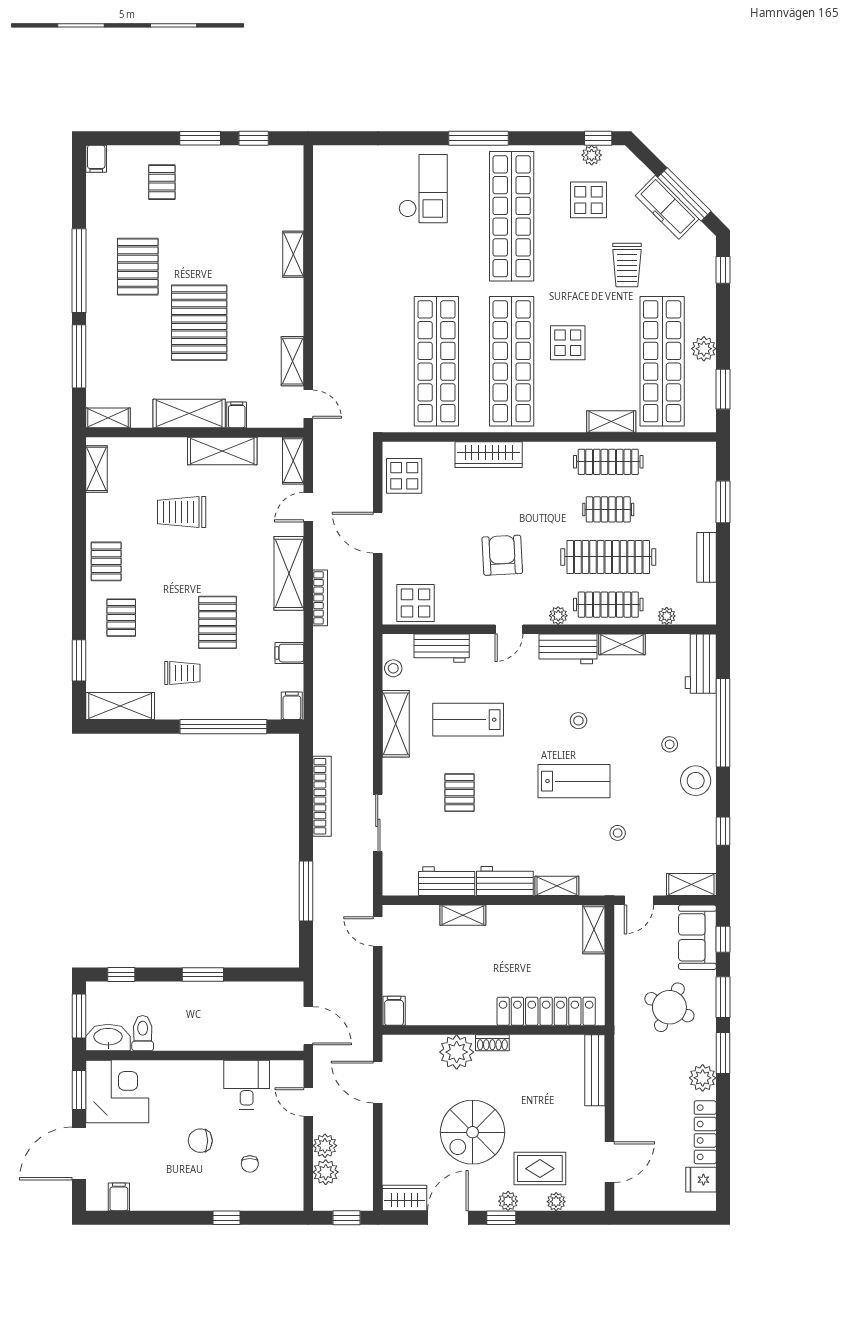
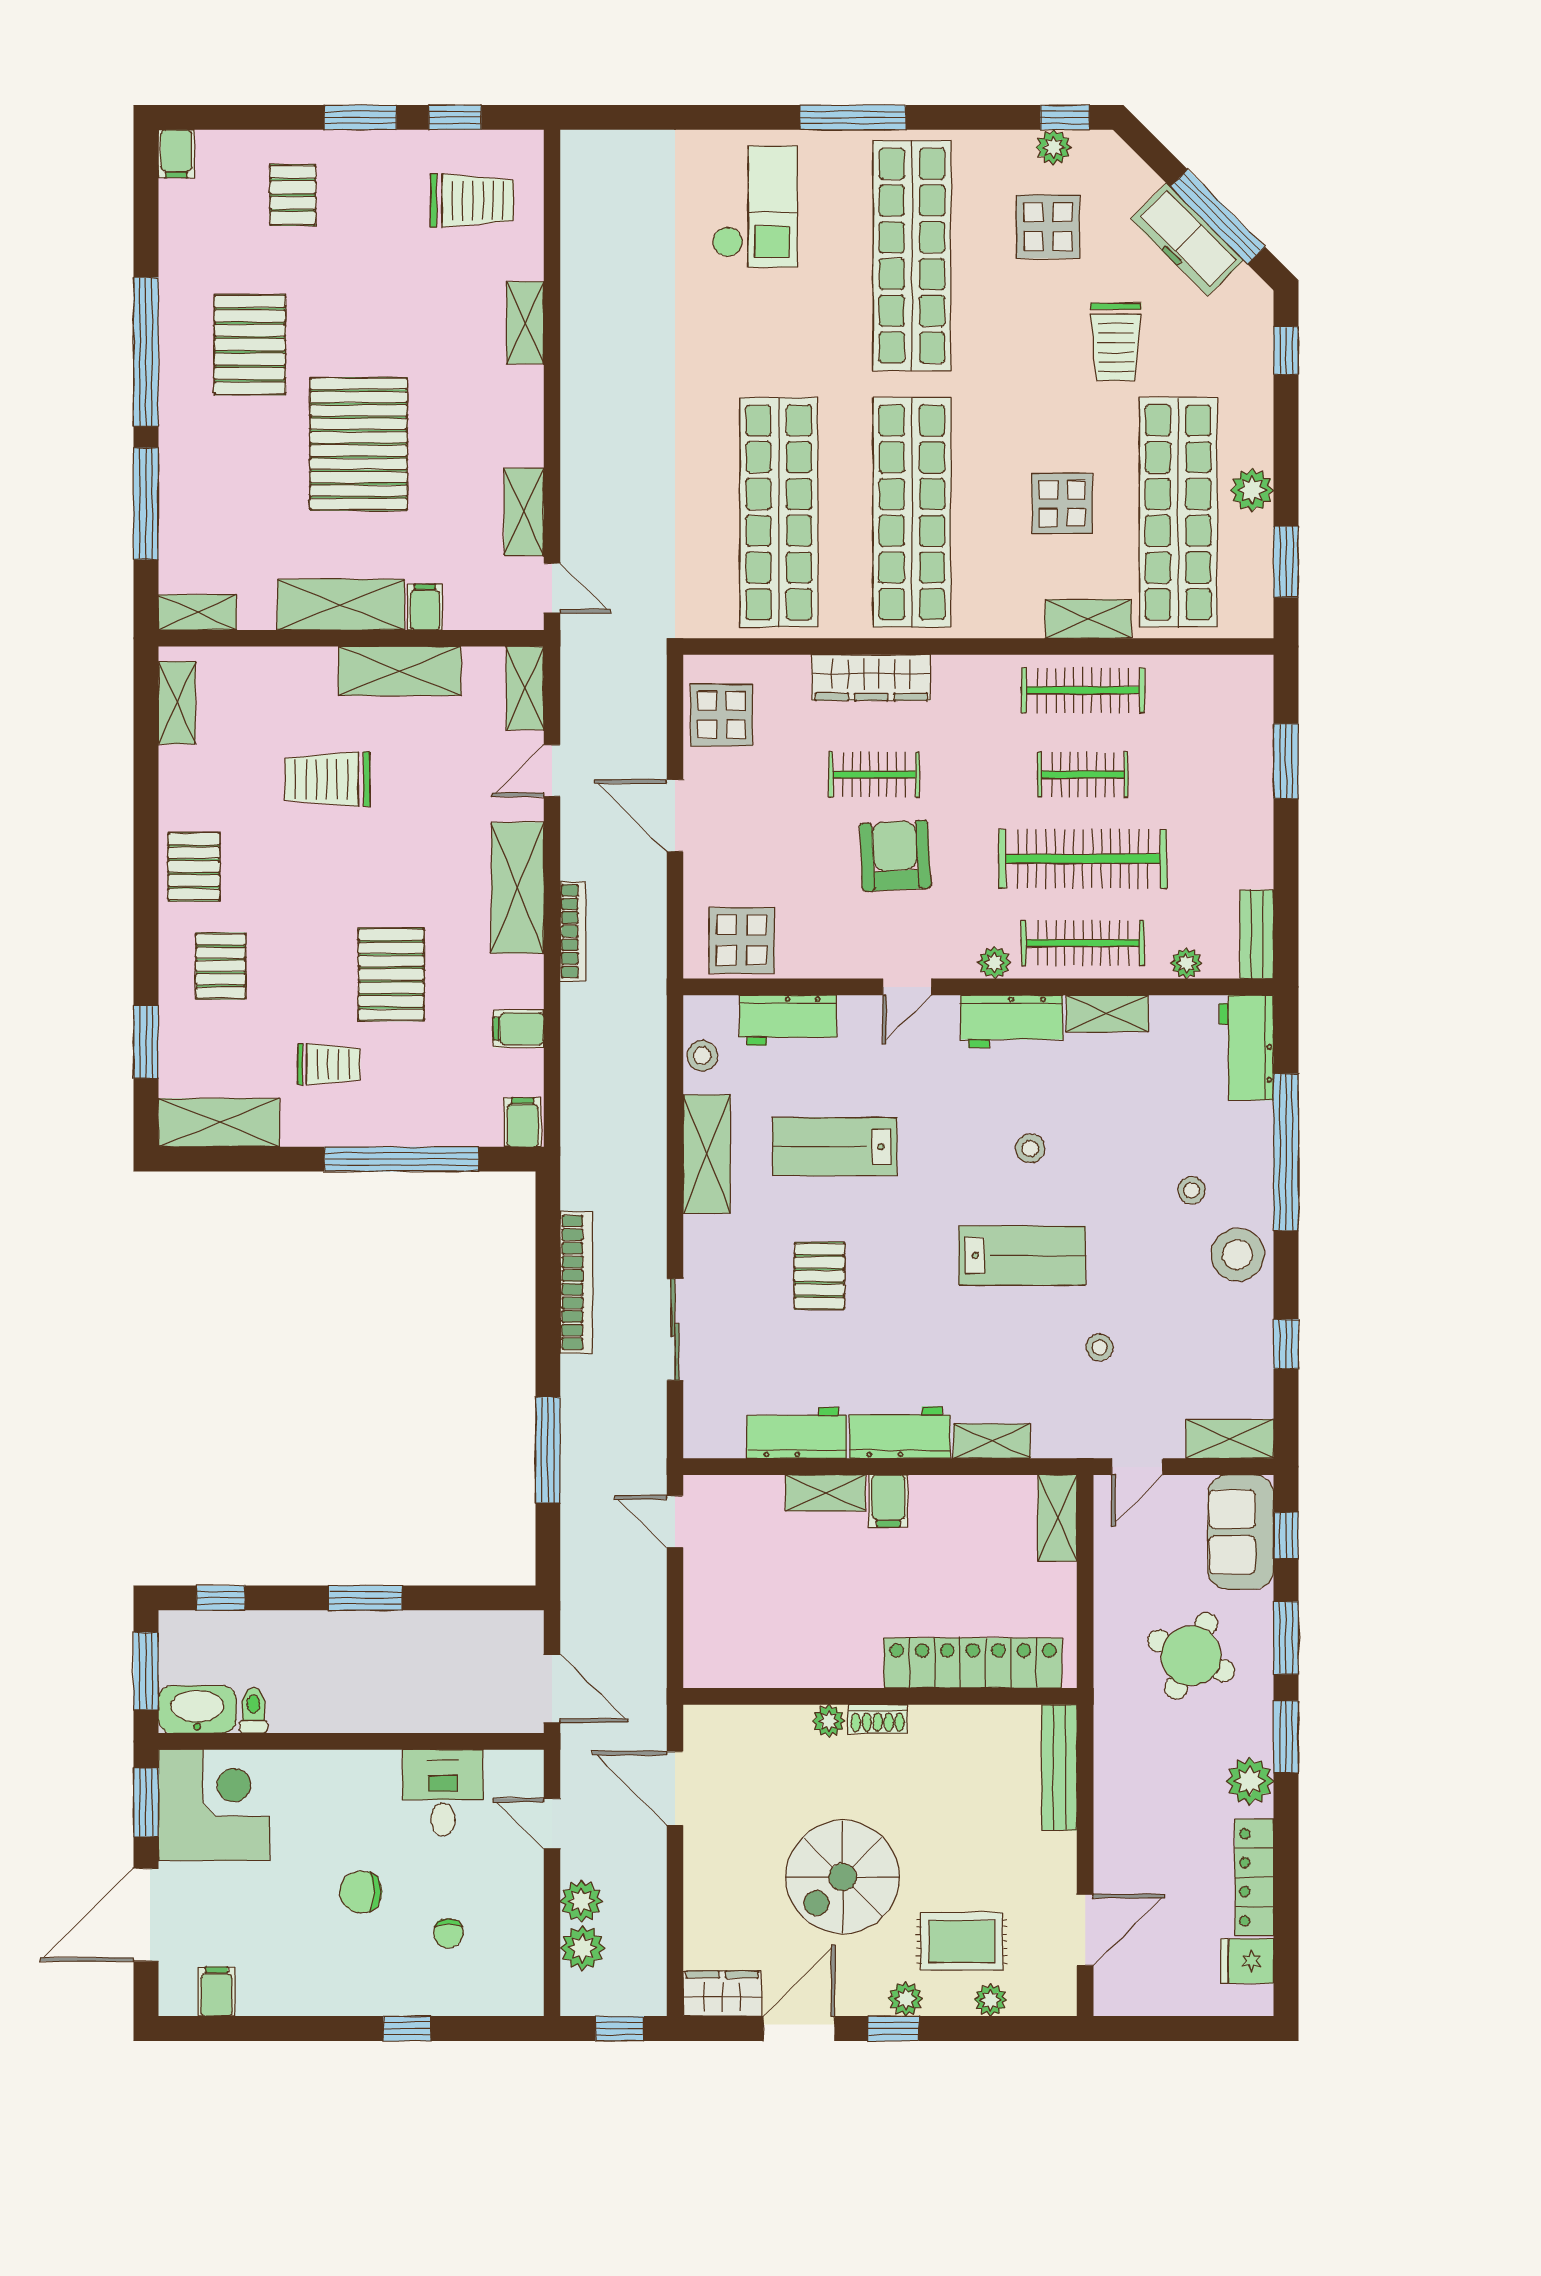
trolley: (263, 185) -> (472, 201), added
display table: (568, 343) -> (1062, 504), moved
clothes rail: (490, 509) -> (874, 775), added
bench: (706, 557) -> (1257, 934), moved
filing cabinet: (394, 1011) -> (888, 1501), moved, turned 180
toilet: (143, 1033) -> (253, 1711), width x0.73, depth x0.72
plant: (457, 1052) -> (829, 1721), width x0.53, depth x0.53

